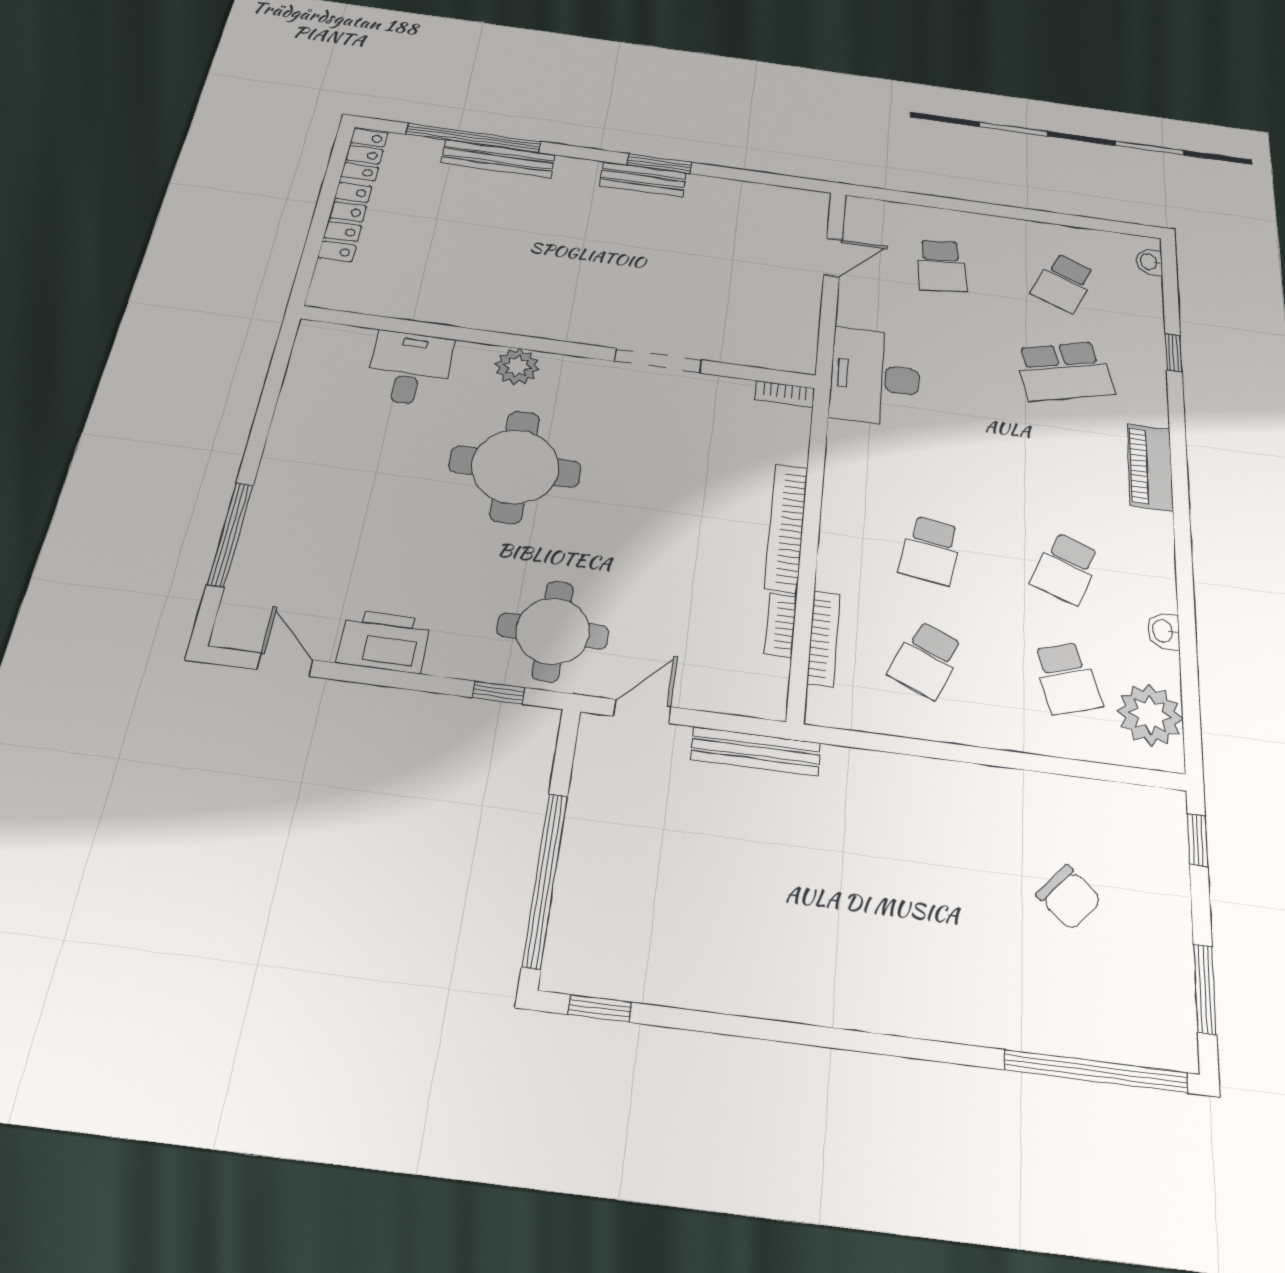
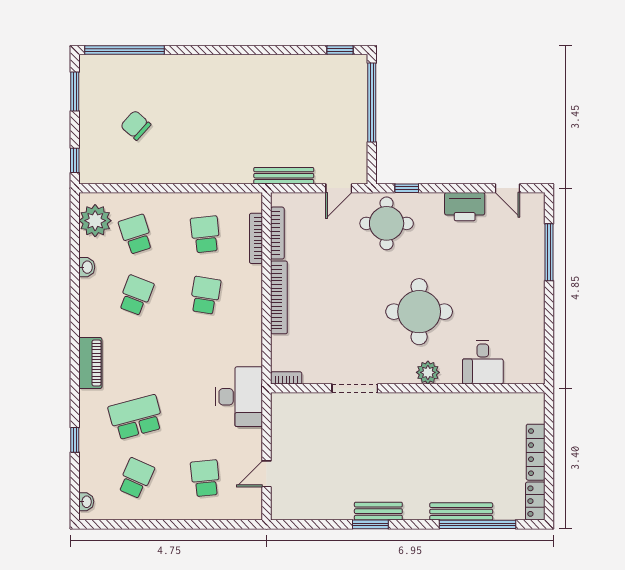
bookcase: (781, 625) -> (277, 233), width x1.56
school desk: (926, 660) -> (205, 234), turned -30

